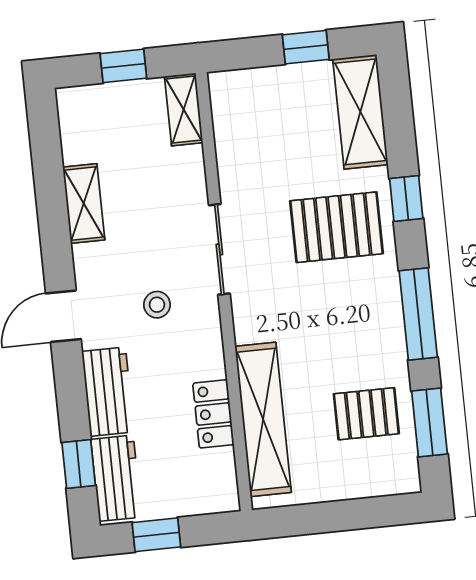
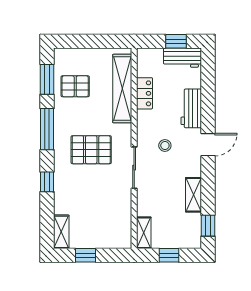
shelving: (360, 112) -> (61, 232), width x0.67, depth x0.75
pallet: (336, 227) -> (91, 150), moved
window: (79, 464) -> (208, 226), moved
workbench: (116, 478) -> (182, 58), moved, turned -90

